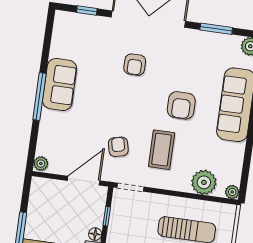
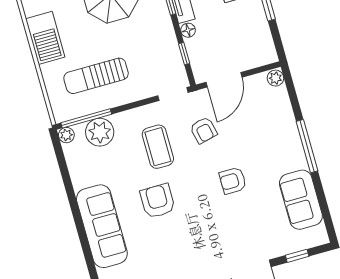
armchair: (135, 65) -> (233, 181), moved, turned -90
sofa: (60, 85) -> (301, 200), moved
window: (210, 198) -> (86, 118), added

